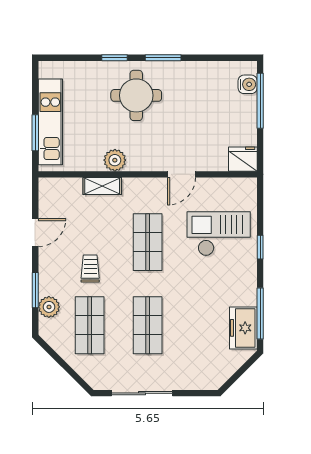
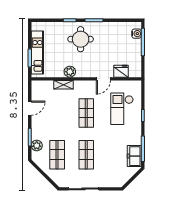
fridge: (243, 159) -> (121, 71), moved
checkout: (219, 234) -> (122, 109), turned -90
trolley: (90, 269) -> (57, 126), removed

